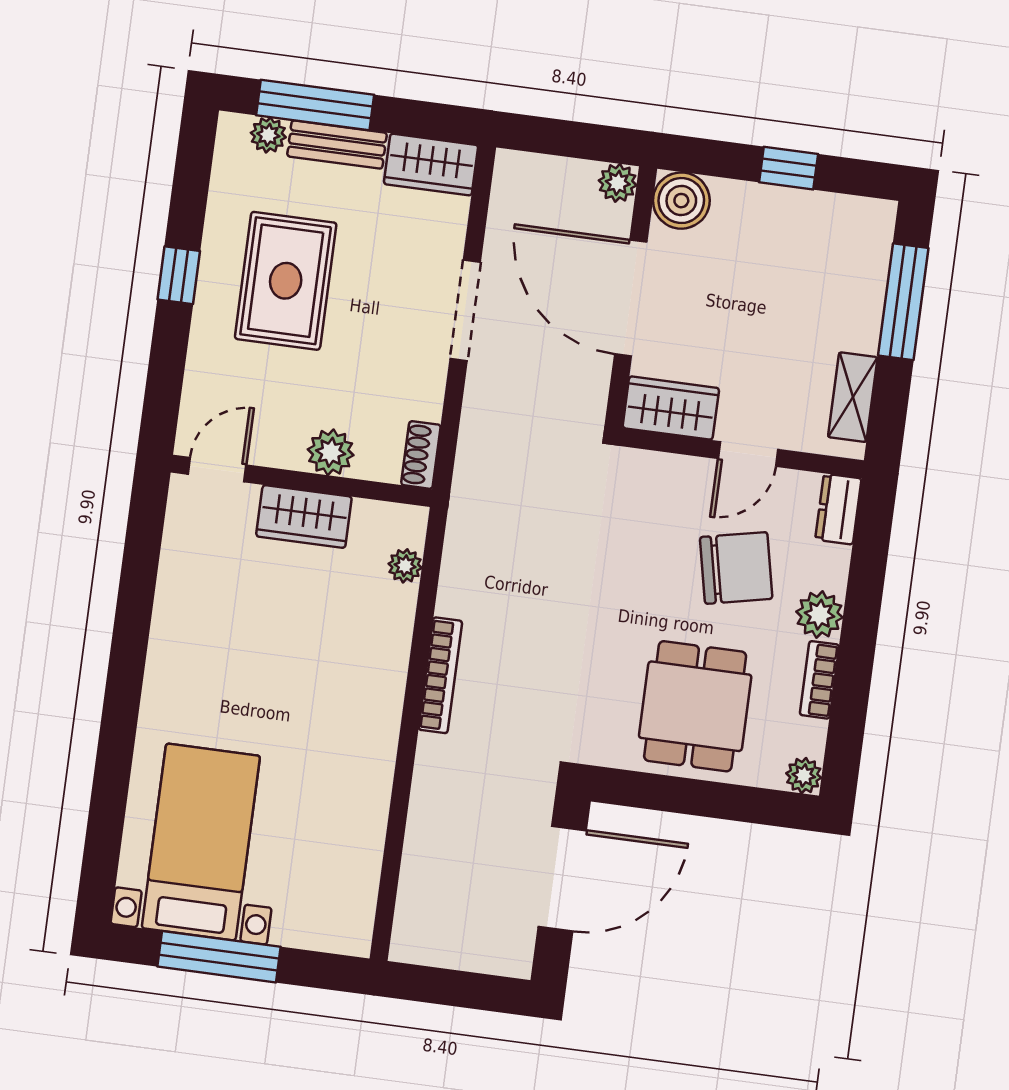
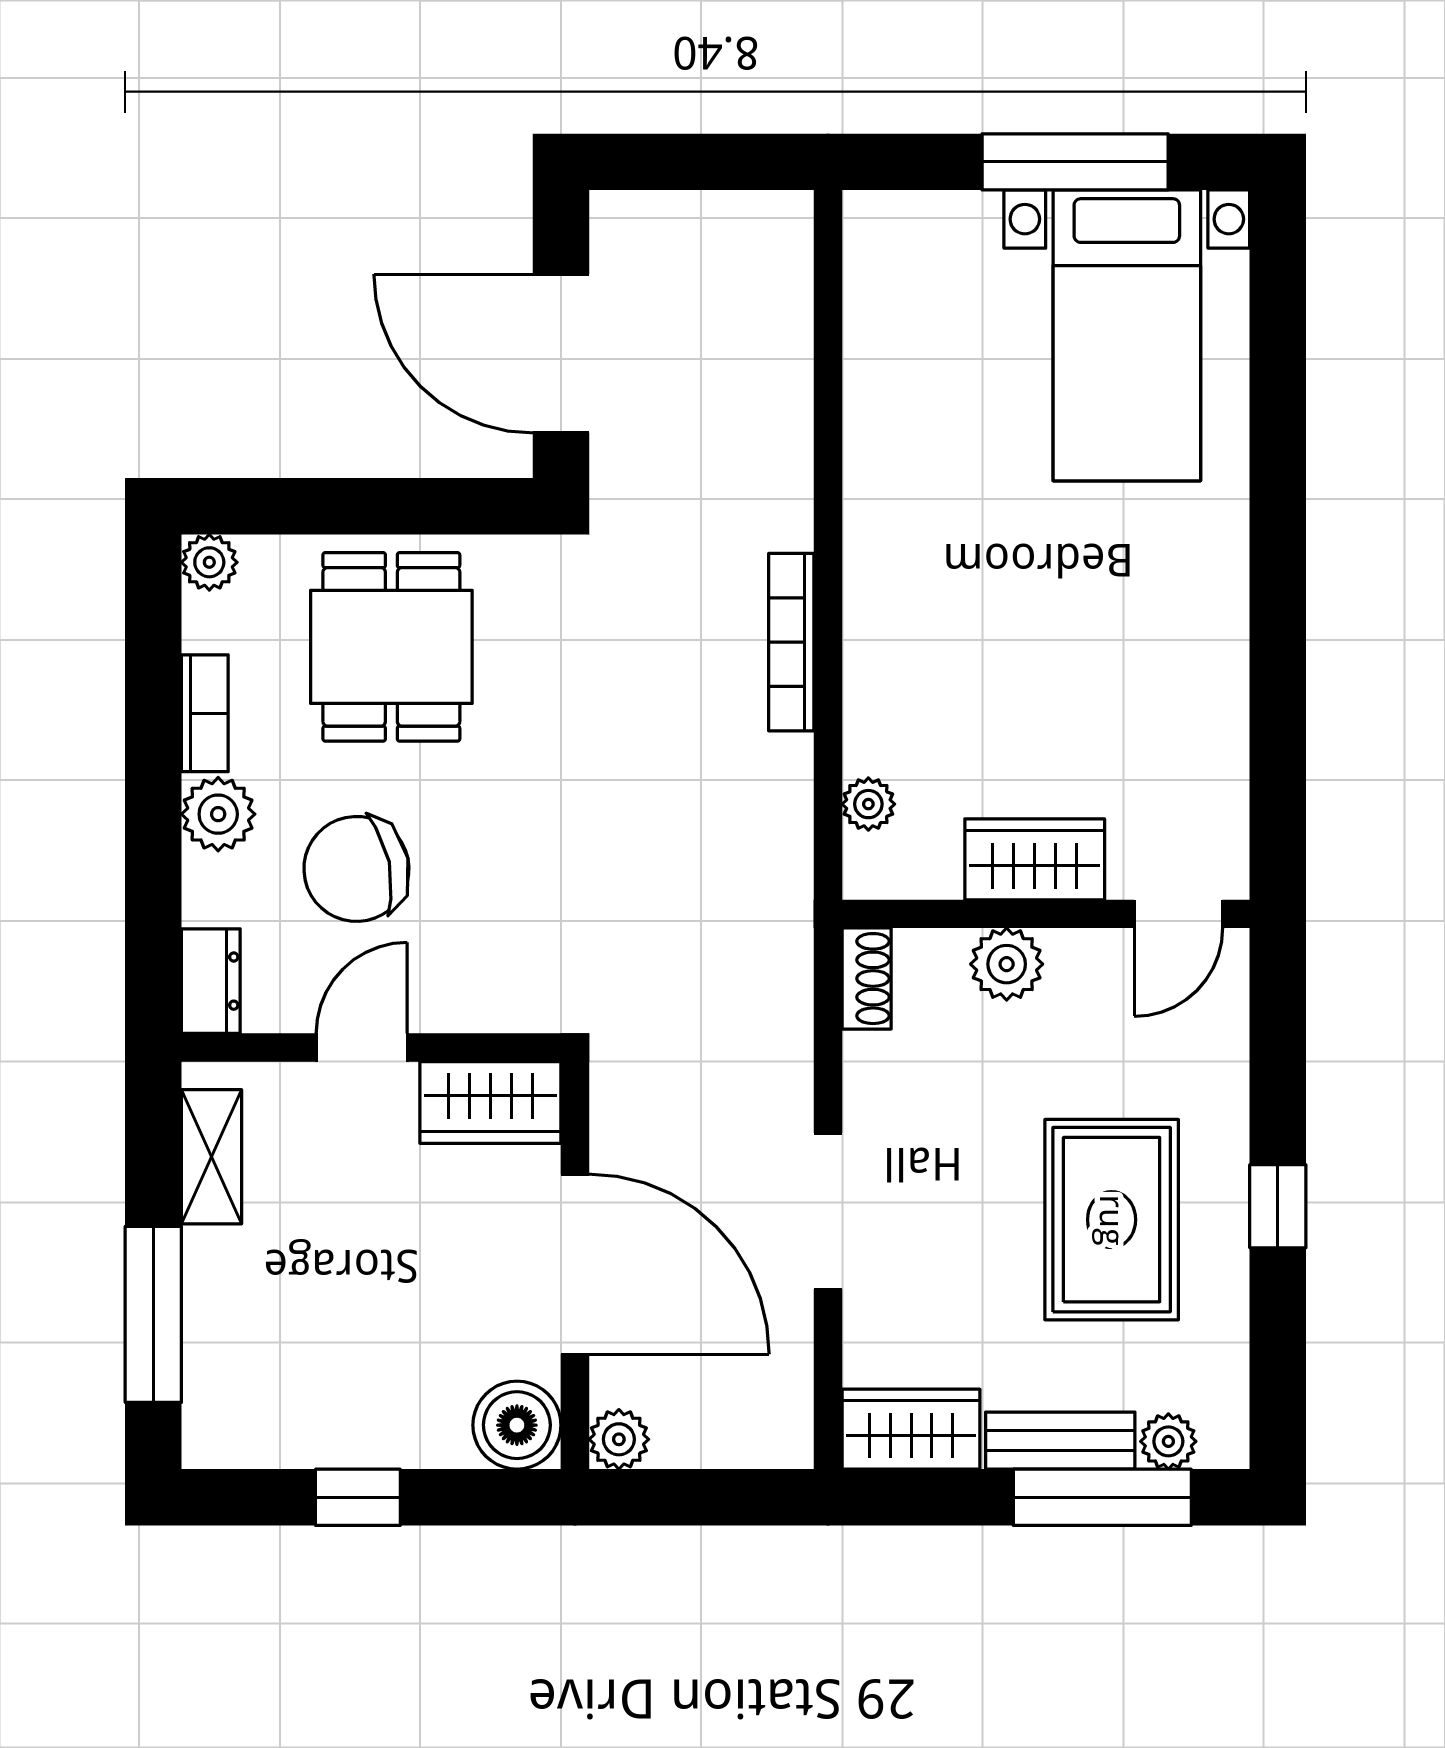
door: (562, 878) -> (561, 353), hinge flipped

